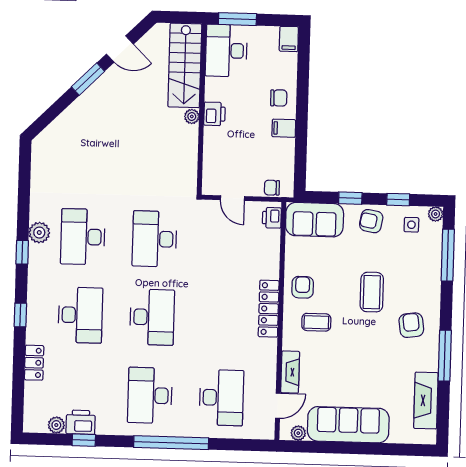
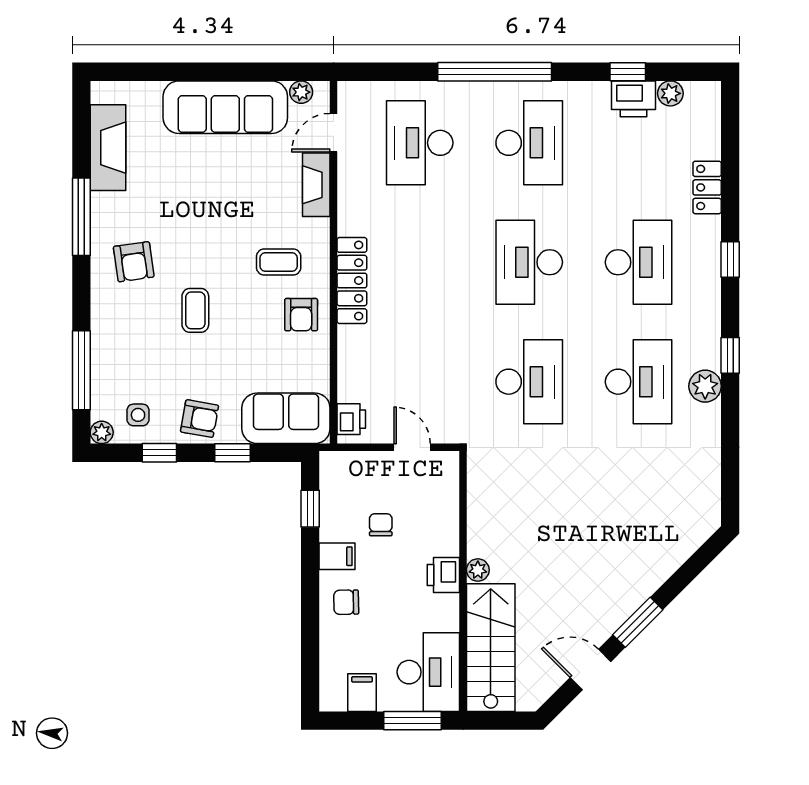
filing cabinet: (289, 39) -> (362, 693), moved
window: (301, 160) -> (310, 509), added
chair: (272, 188) -> (381, 525), moved, turned -90
coffee table: (372, 292) -> (195, 310), width x0.73, depth x0.77
desk: (80, 315) -> (639, 262), turned 180

